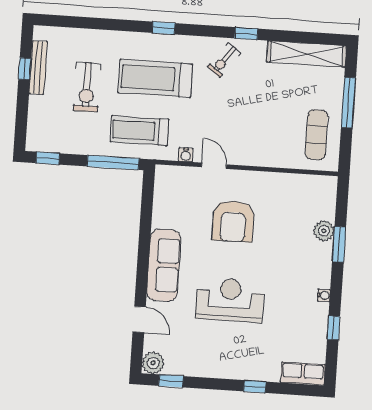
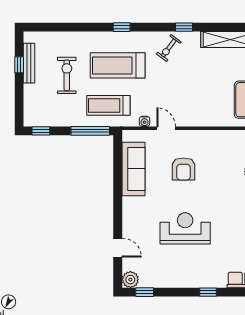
exercise bike: (87, 87) -> (67, 75), turned 180
armchair: (233, 221) -> (183, 169), width x0.73, depth x0.73
sofa: (164, 265) -> (133, 169), moved

